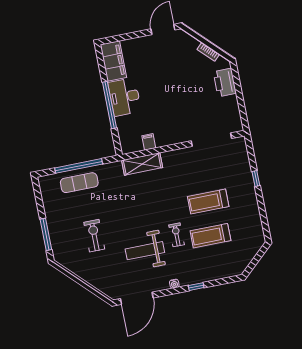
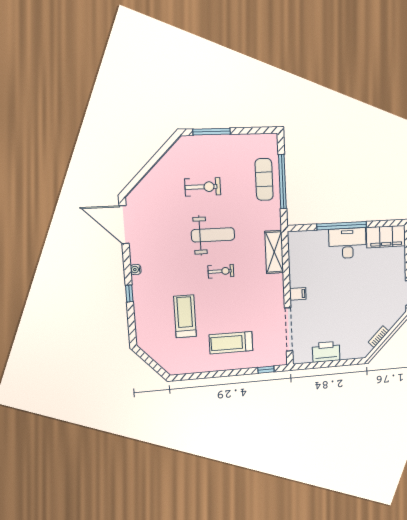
printer: (225, 83) -> (326, 352), moved
filing cabinet: (149, 142) -> (298, 294), moved
window: (256, 178) -> (266, 370), moved
treadmill: (208, 202) -> (231, 343), moved, turned -90
exercise bike: (177, 235) -> (221, 271), moved
weight bench: (145, 251) -> (213, 235), moved, turned 90

